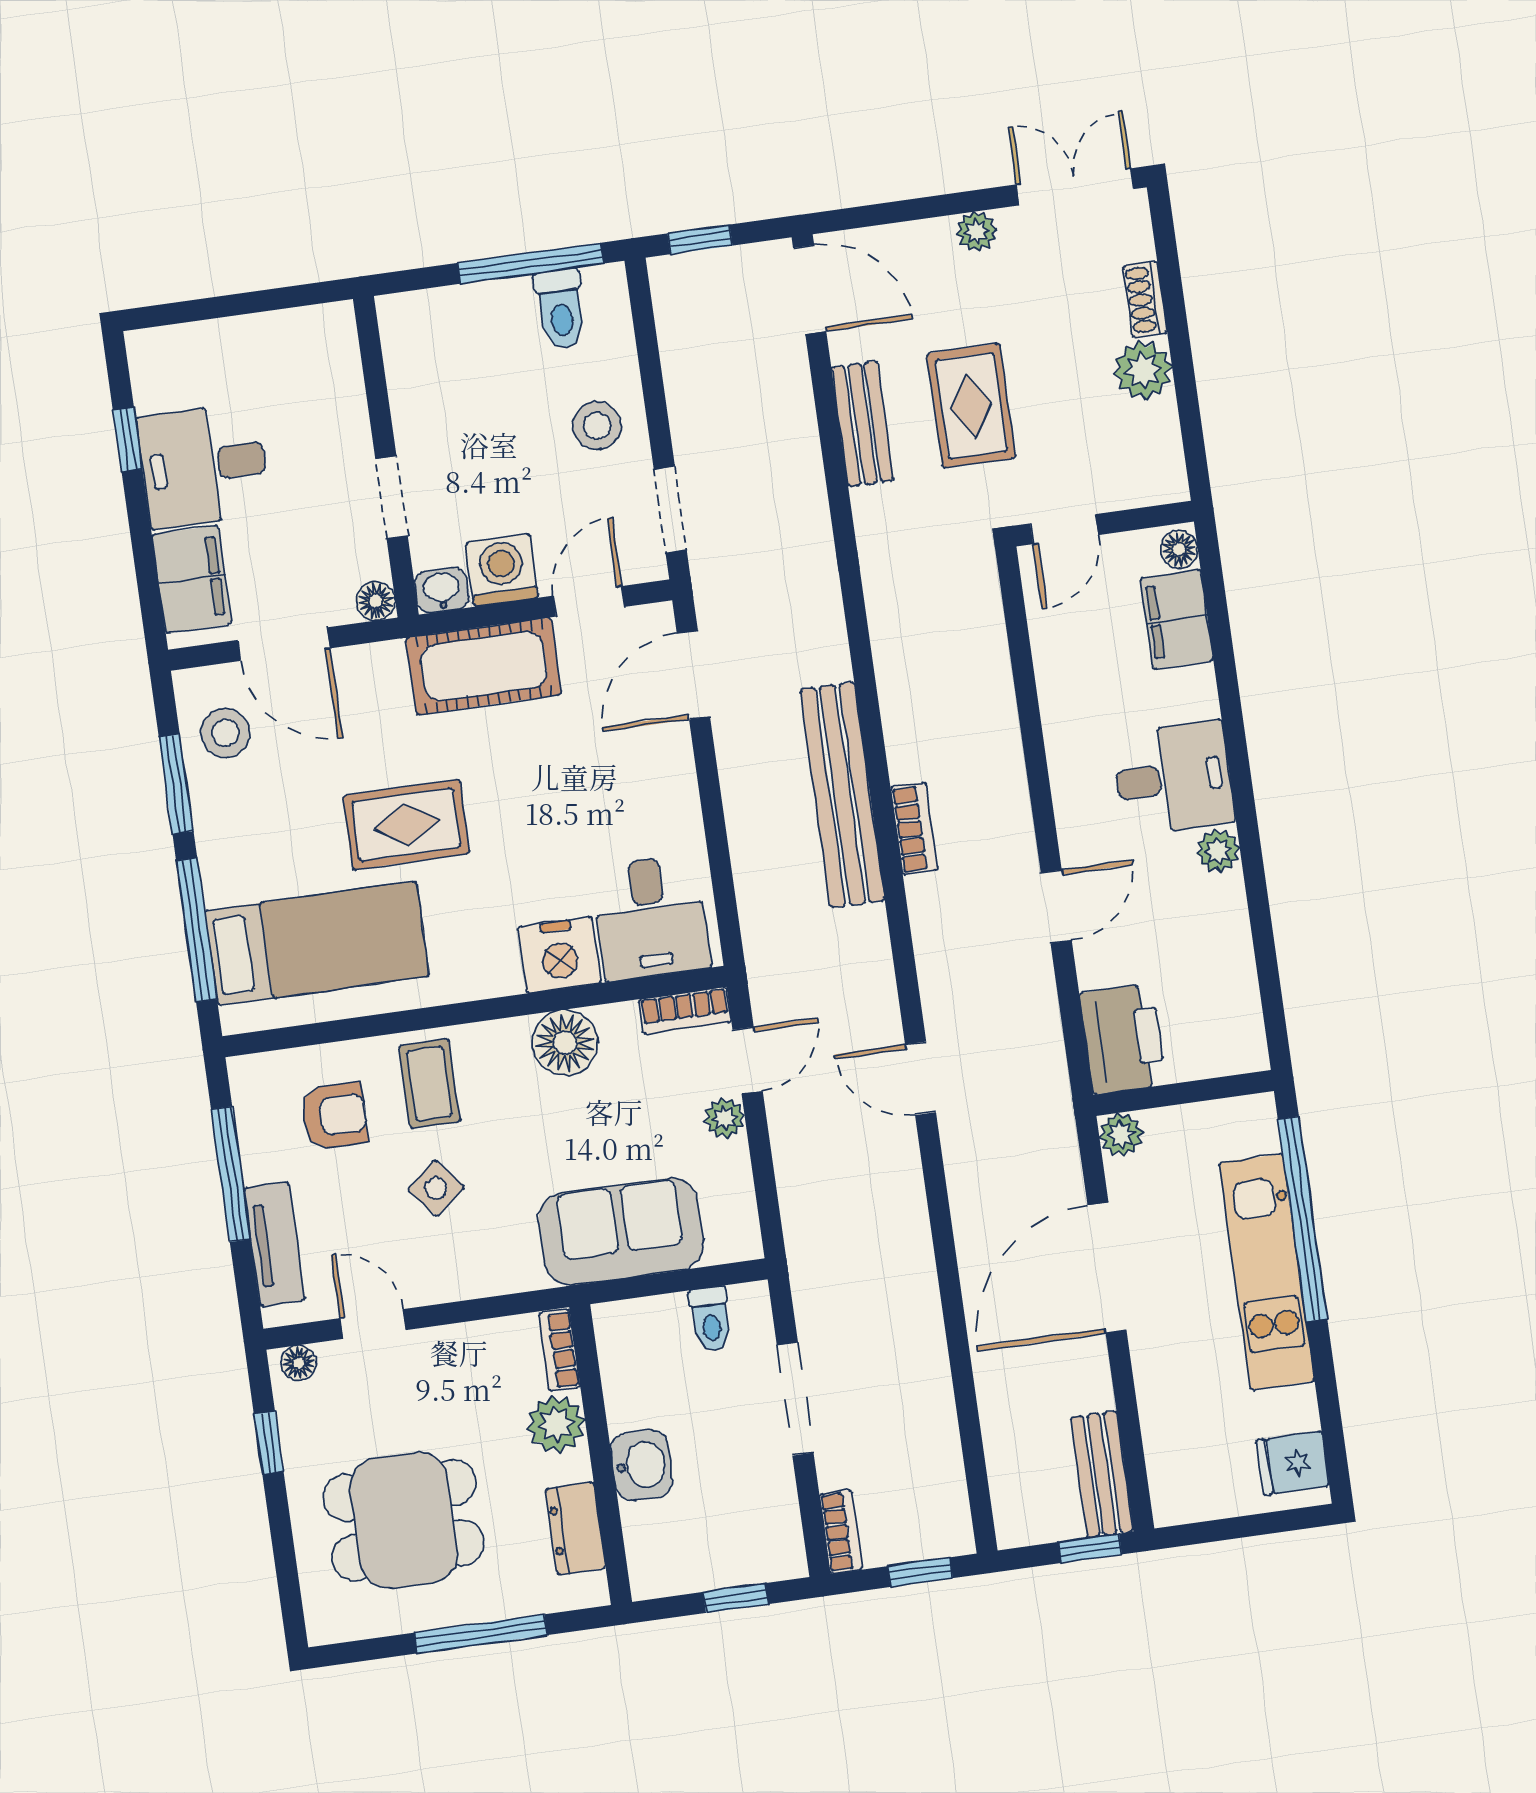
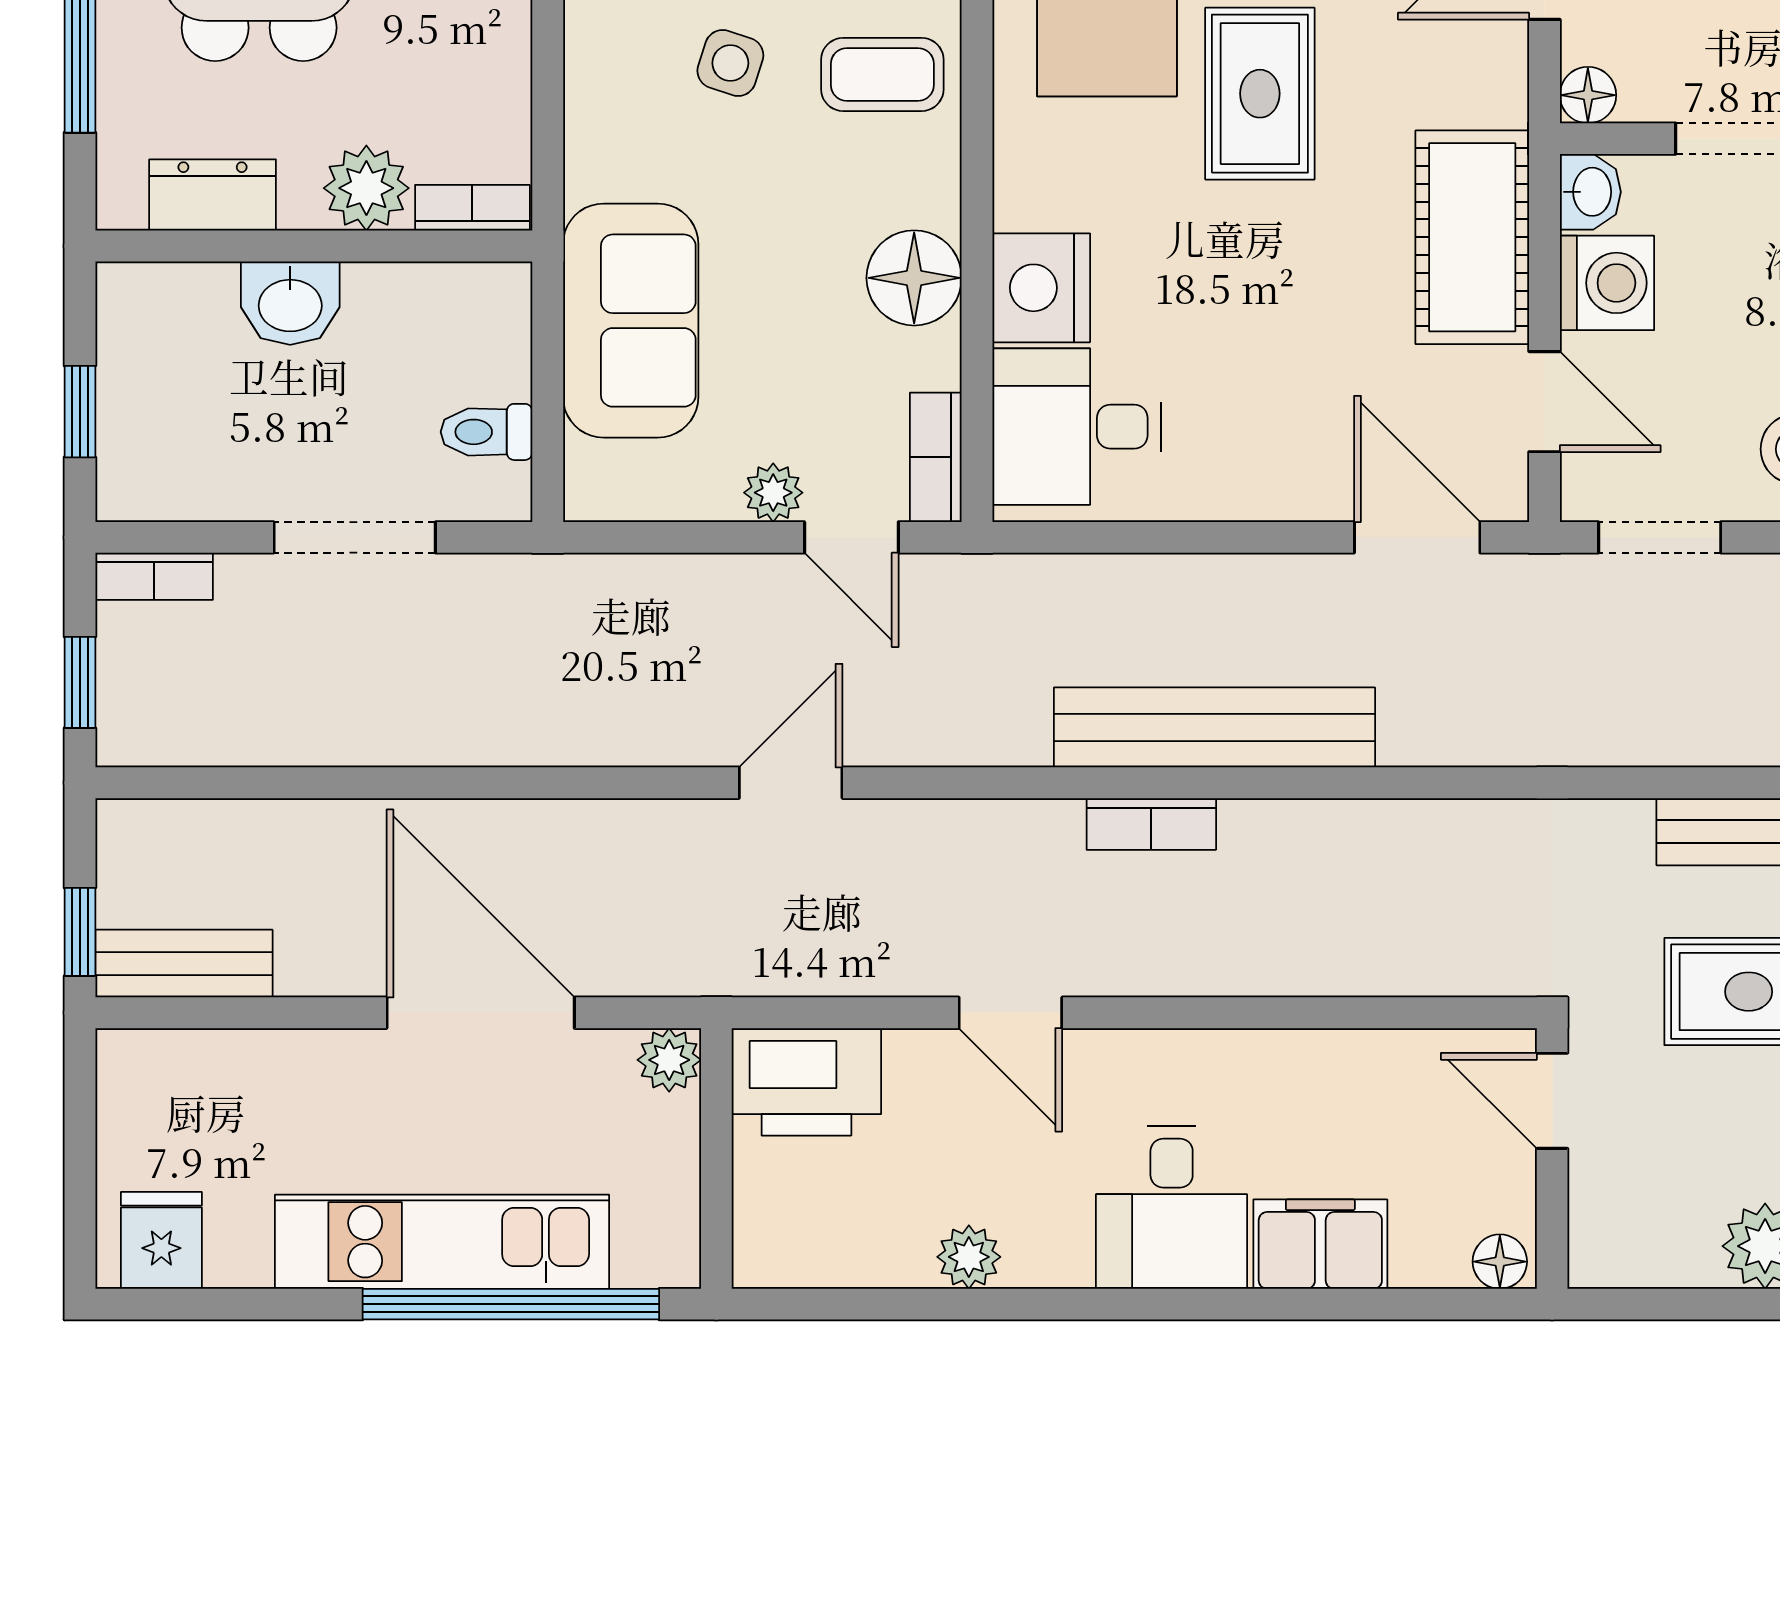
filing cabinet: (1177, 619) -> (1320, 1244), moved
plant: (1218, 851) -> (969, 1257), moved
side table: (436, 1188) -> (730, 63), turned -32

